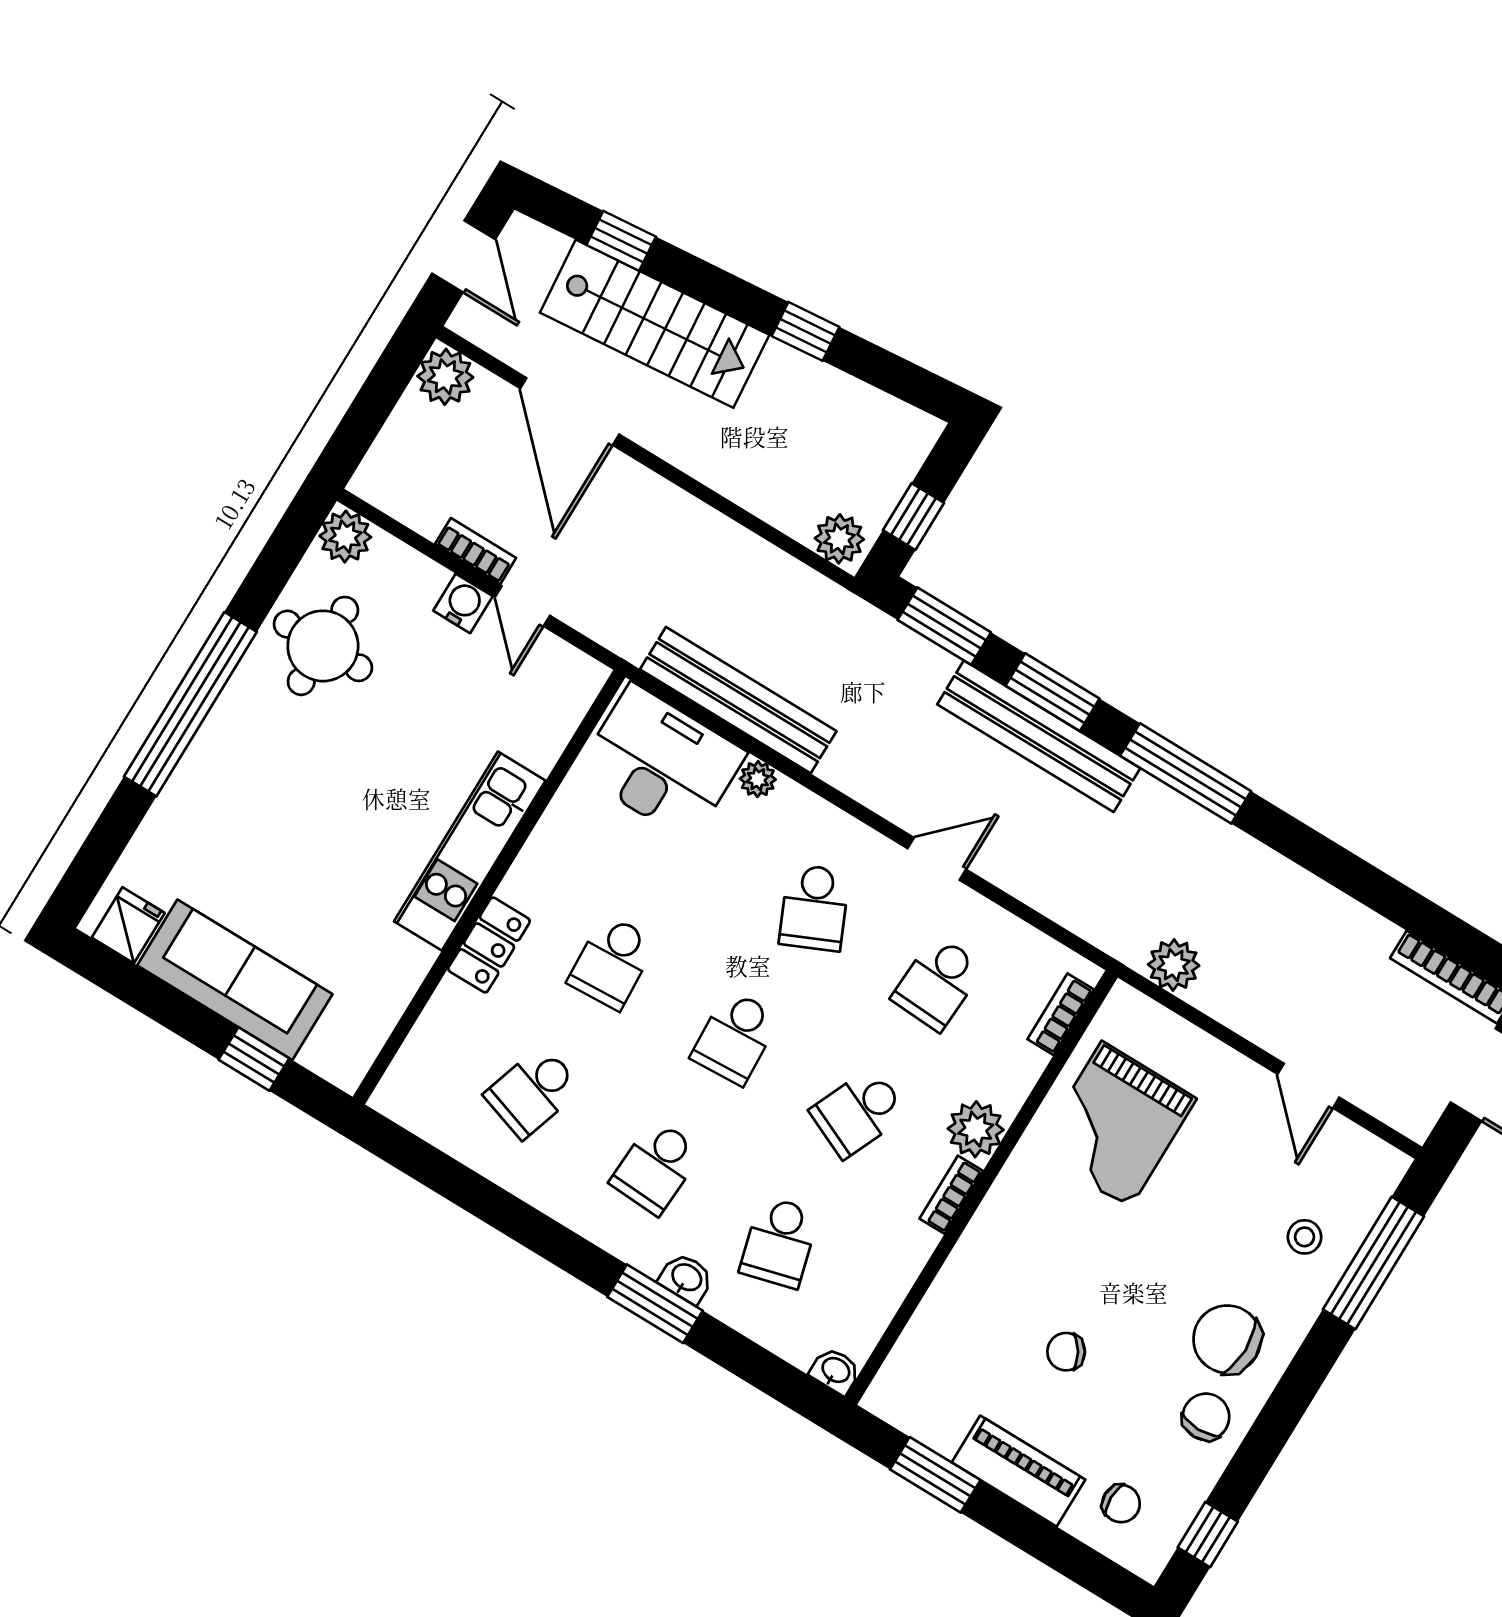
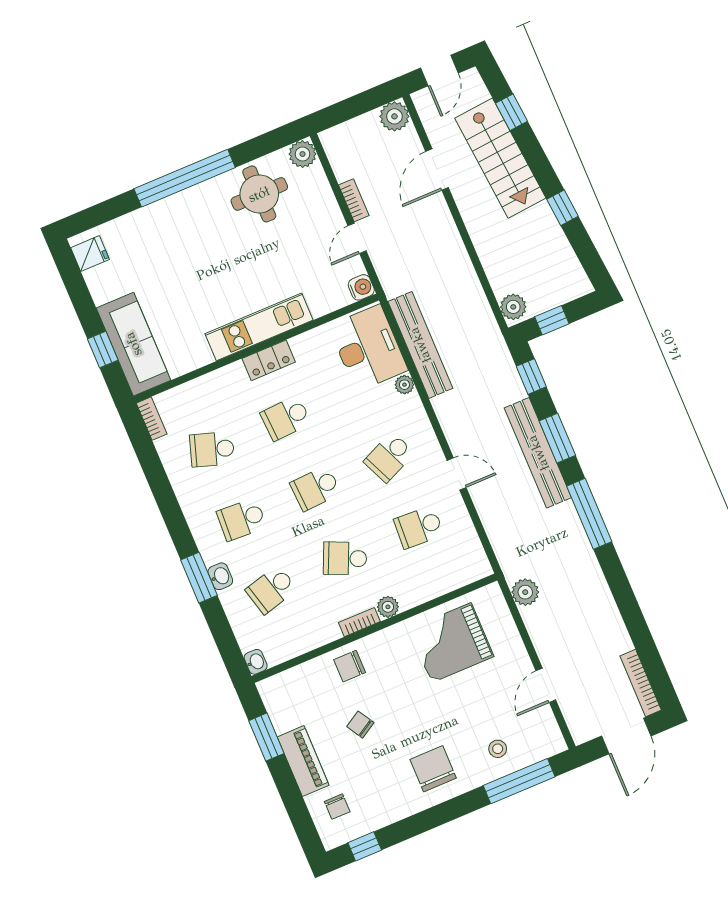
door: (570, 411) -> (437, 169), width x0.73
water cooler: (463, 603) -> (361, 287), moved
window: (944, 626) -> (531, 377), width x0.67
locker: (489, 945) -> (269, 360), moved
sofa: (235, 980) -> (133, 344), moved
bookcase: (1061, 1014) -> (152, 419), moved, turned 90
plant: (976, 1129) -> (388, 607), width x0.73, depth x0.73
chair: (1206, 1417) -> (350, 666), moved, turned 180

